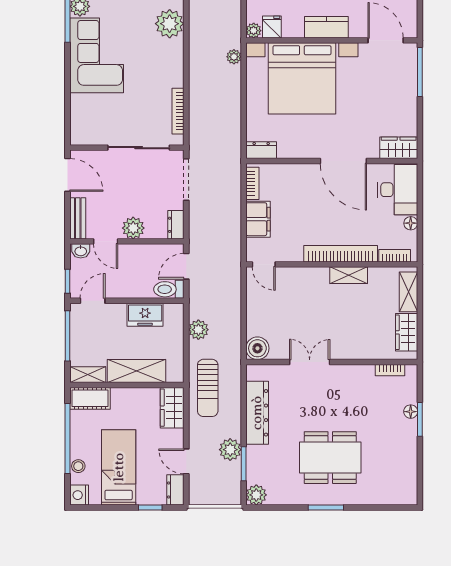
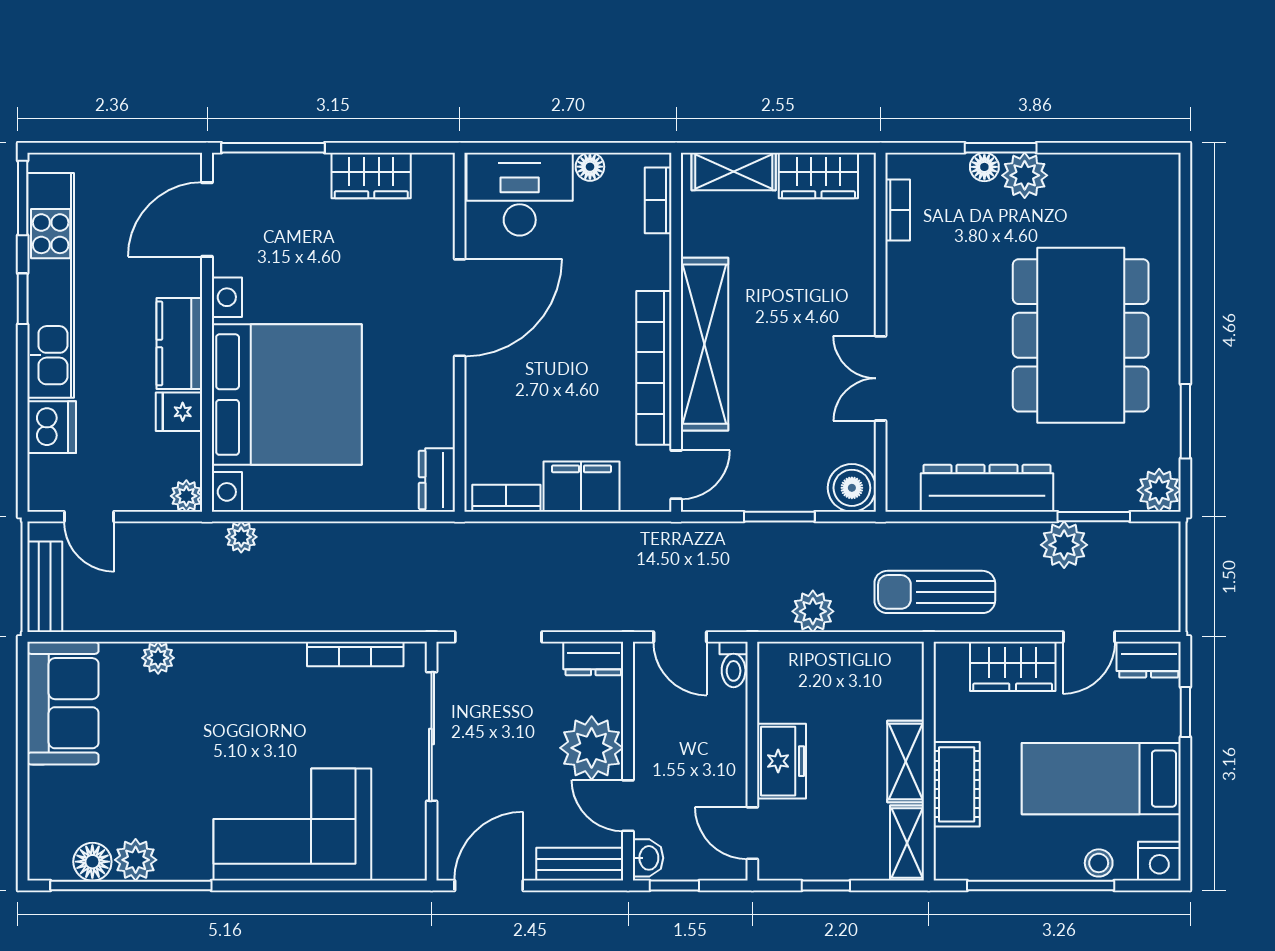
plant: (170, 24) -> (158, 658), width x0.53, depth x0.53
fridge: (272, 27) -> (179, 412), moved
corner sofa: (97, 55) -> (292, 825), moved
wardrobe: (399, 148) -> (371, 175), moved, turned -90
plant: (133, 228) -> (592, 748), width x1.36, depth x1.36
door: (106, 241) -> (628, 806), swing flipped
bookcase: (341, 254) -> (654, 368), moved
shelving: (349, 275) -> (705, 344), width x2.20, depth x1.33
window: (68, 281) -> (674, 886), moved
toilet: (169, 289) -> (734, 665), width x0.73, depth x0.72
window: (244, 314) -> (779, 517), added
freezer: (145, 315) -> (782, 761), moved
window: (68, 336) -> (826, 886), width x0.46
shelving: (136, 371) -> (906, 761), width x0.67, depth x0.75
sun lounger: (208, 388) -> (935, 592), turned 180
cot: (90, 398) -> (957, 784), moved
wardrobe: (172, 408) -> (1013, 666), moved
plant: (407, 431) -> (1025, 175), added
dining table: (330, 458) -> (1081, 335), width x1.36, depth x1.24
window: (326, 508) -> (1185, 421), moved

